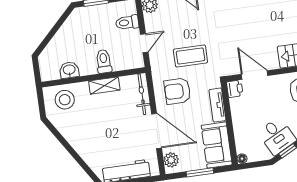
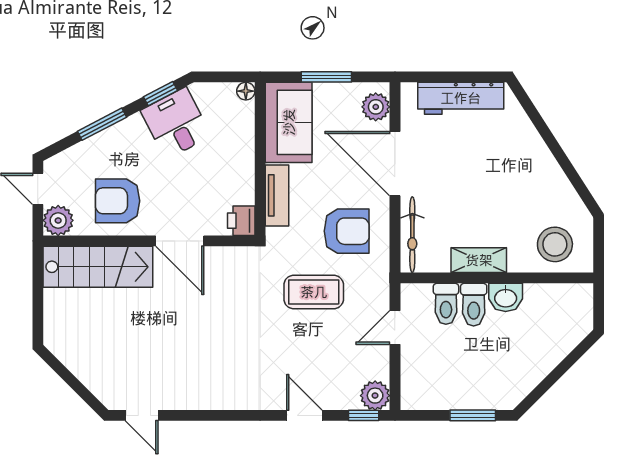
toilet: (127, 23) -> (446, 304), moved, turned 90
washbasin: (69, 70) -> (506, 297), moved
door: (255, 75) -> (180, 241), moved

